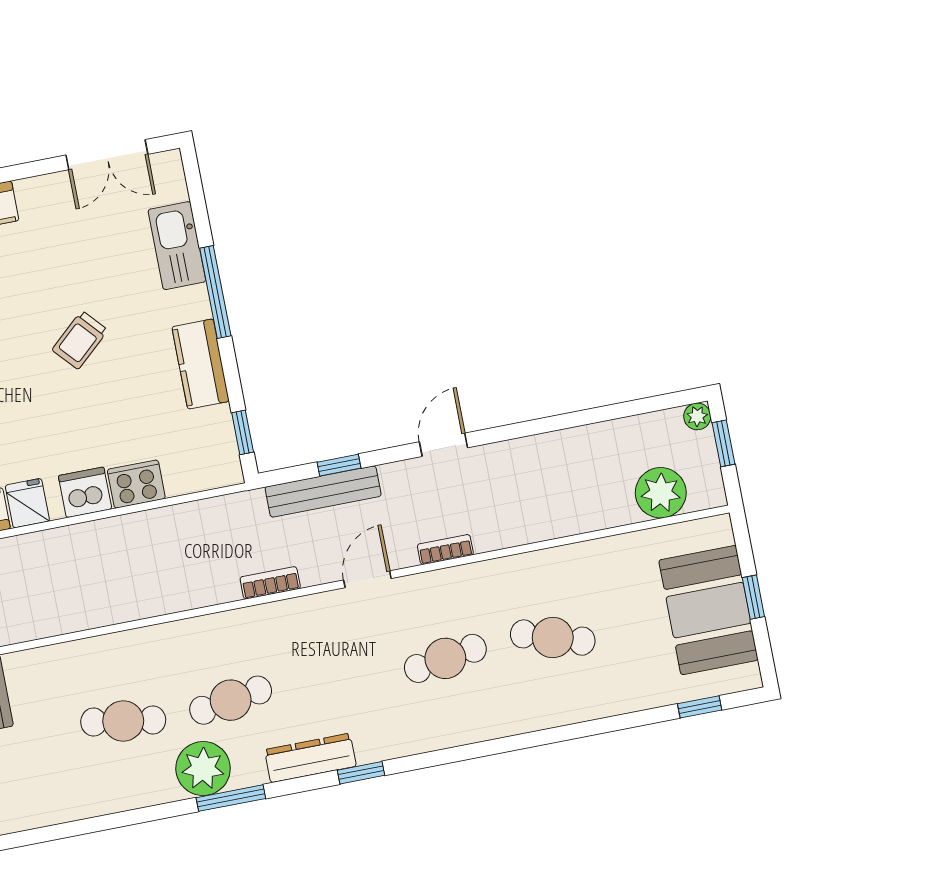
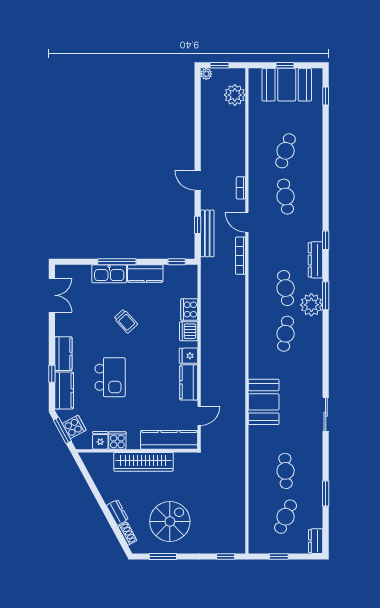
kitchen sink: (177, 246) -> (109, 274), moved
bookcase: (270, 583) -> (241, 256), width x1.56

